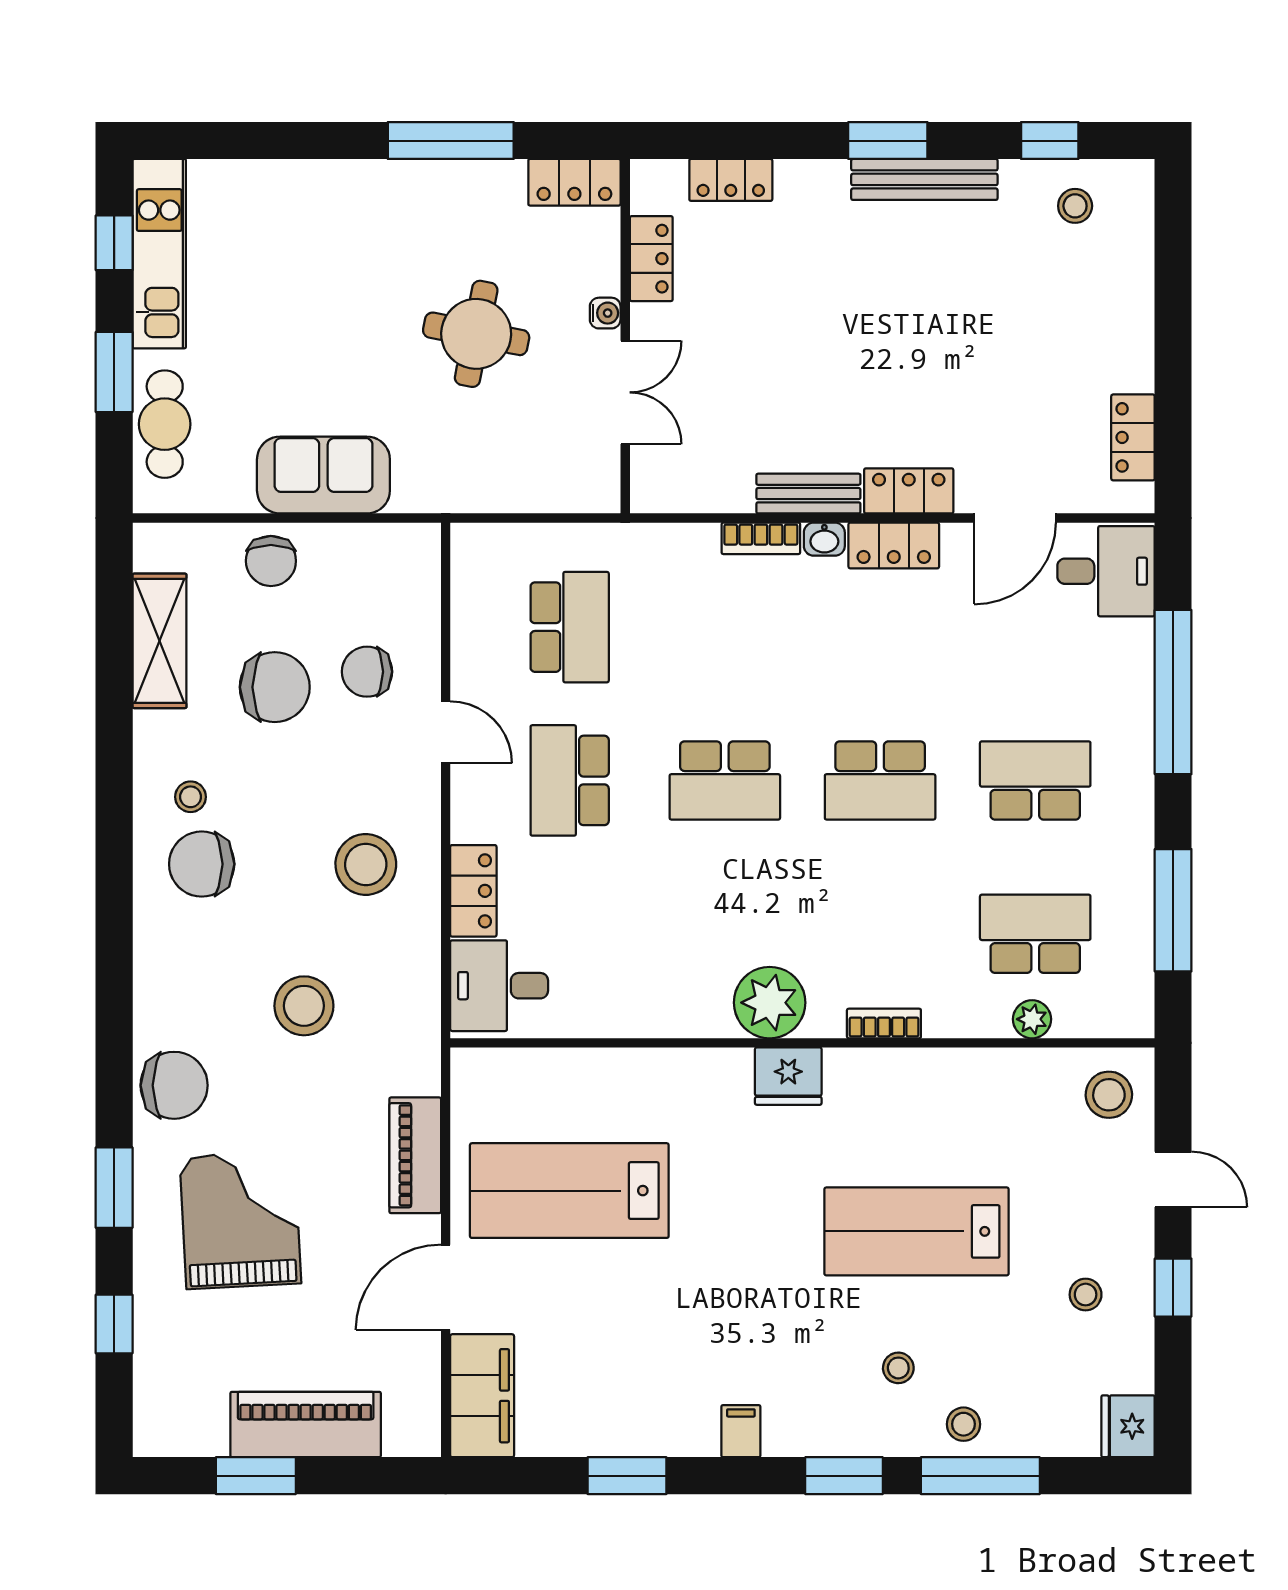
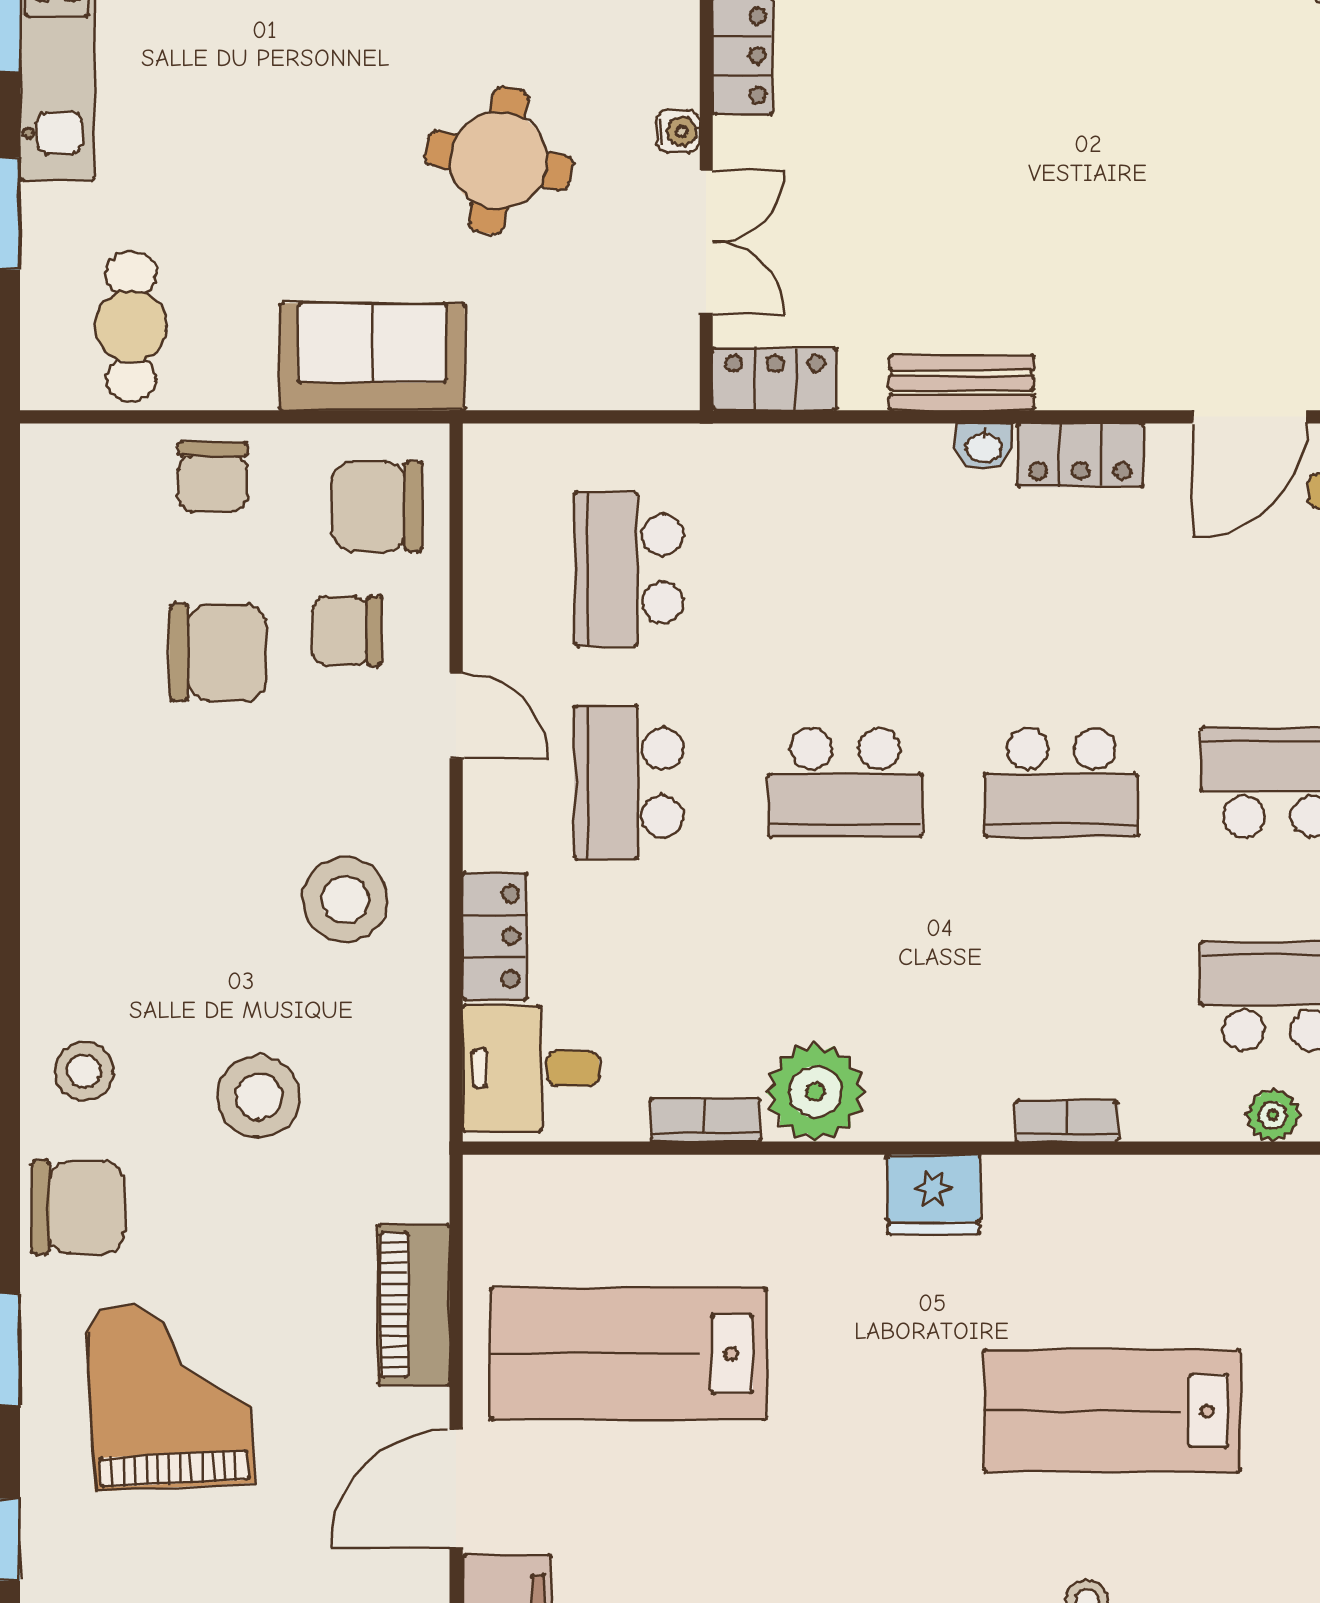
cafe table: (165, 424) -> (131, 326), moved
sofa: (323, 475) -> (372, 357), moved
locker: (909, 491) -> (775, 379), moved
bookcase: (761, 538) -> (706, 1120), moved, turned 180
school desk: (570, 627) -> (629, 569), turned 180
shelving: (159, 641) -> (57, 588), removed
stool: (191, 797) -> (84, 1071), moved, width x1.37, depth x1.37
chair: (202, 864) -> (377, 507), moved
plant: (770, 1003) -> (815, 1092), moved

